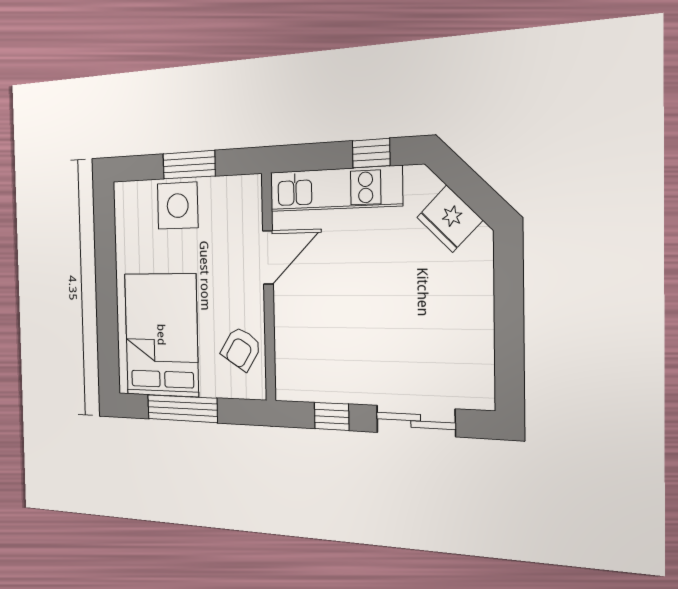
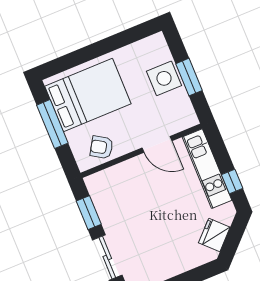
window: (332, 416) -> (89, 213), width x1.50

